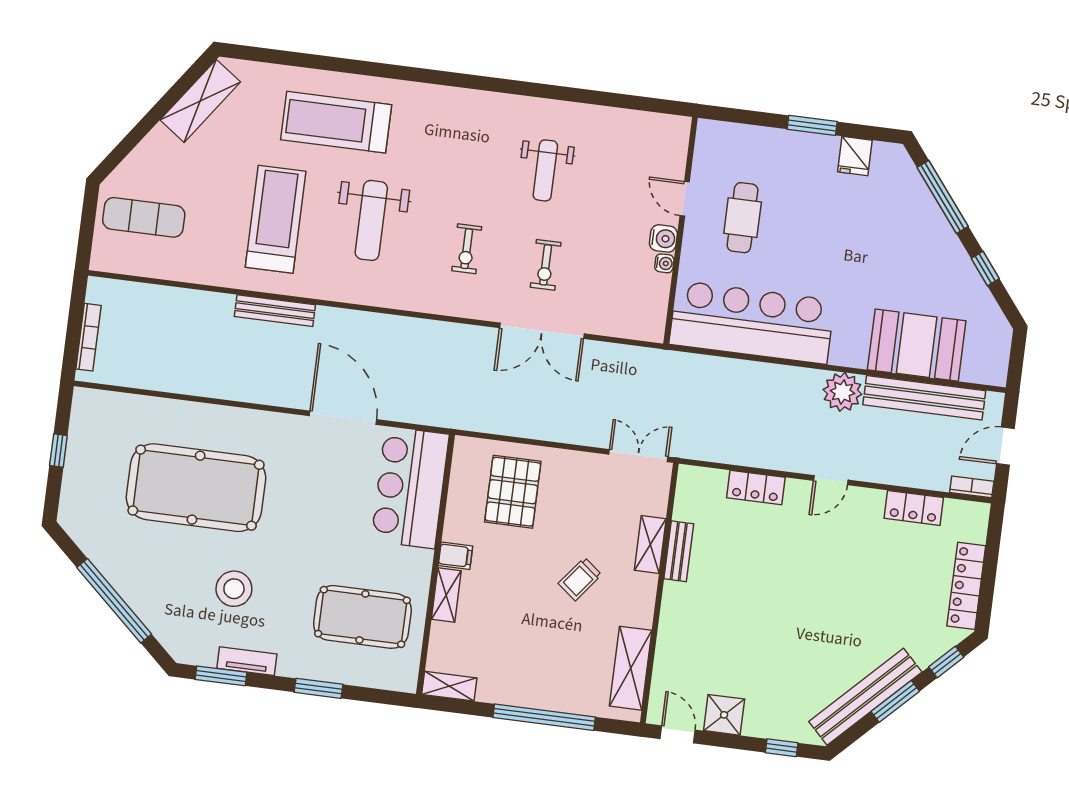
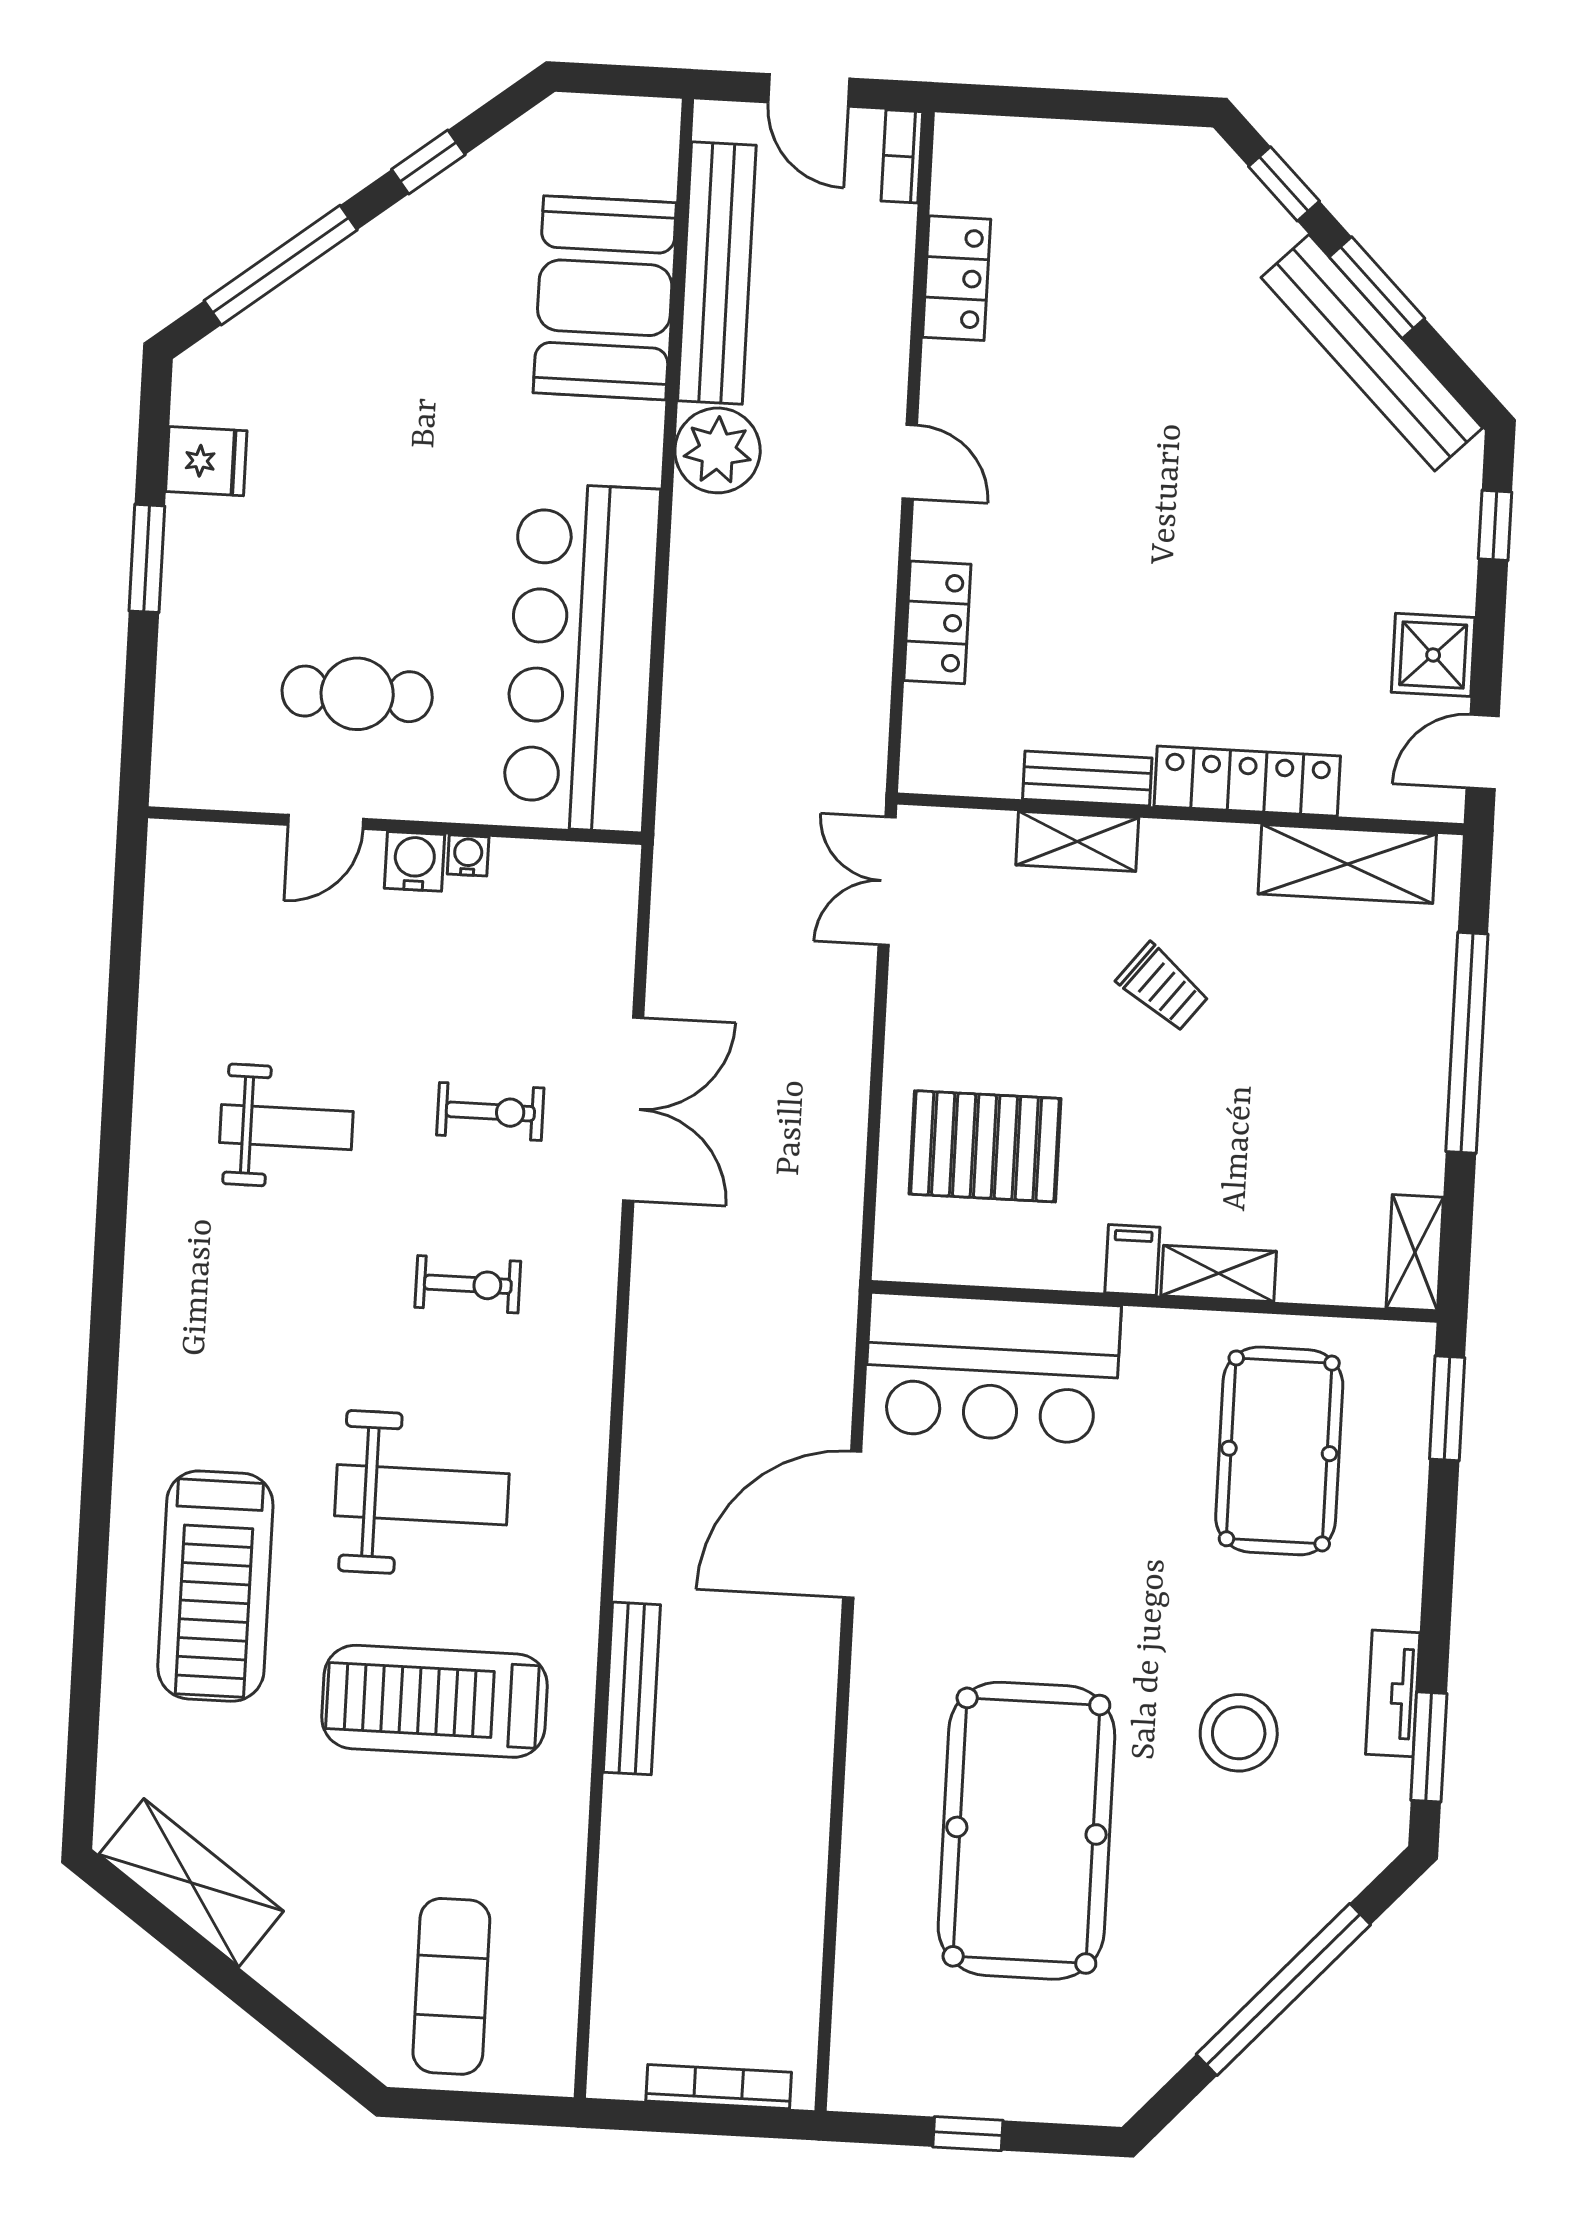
locker: (966, 586) -> (1247, 781), moved, turned 180
window: (318, 688) -> (1447, 1408), moved

